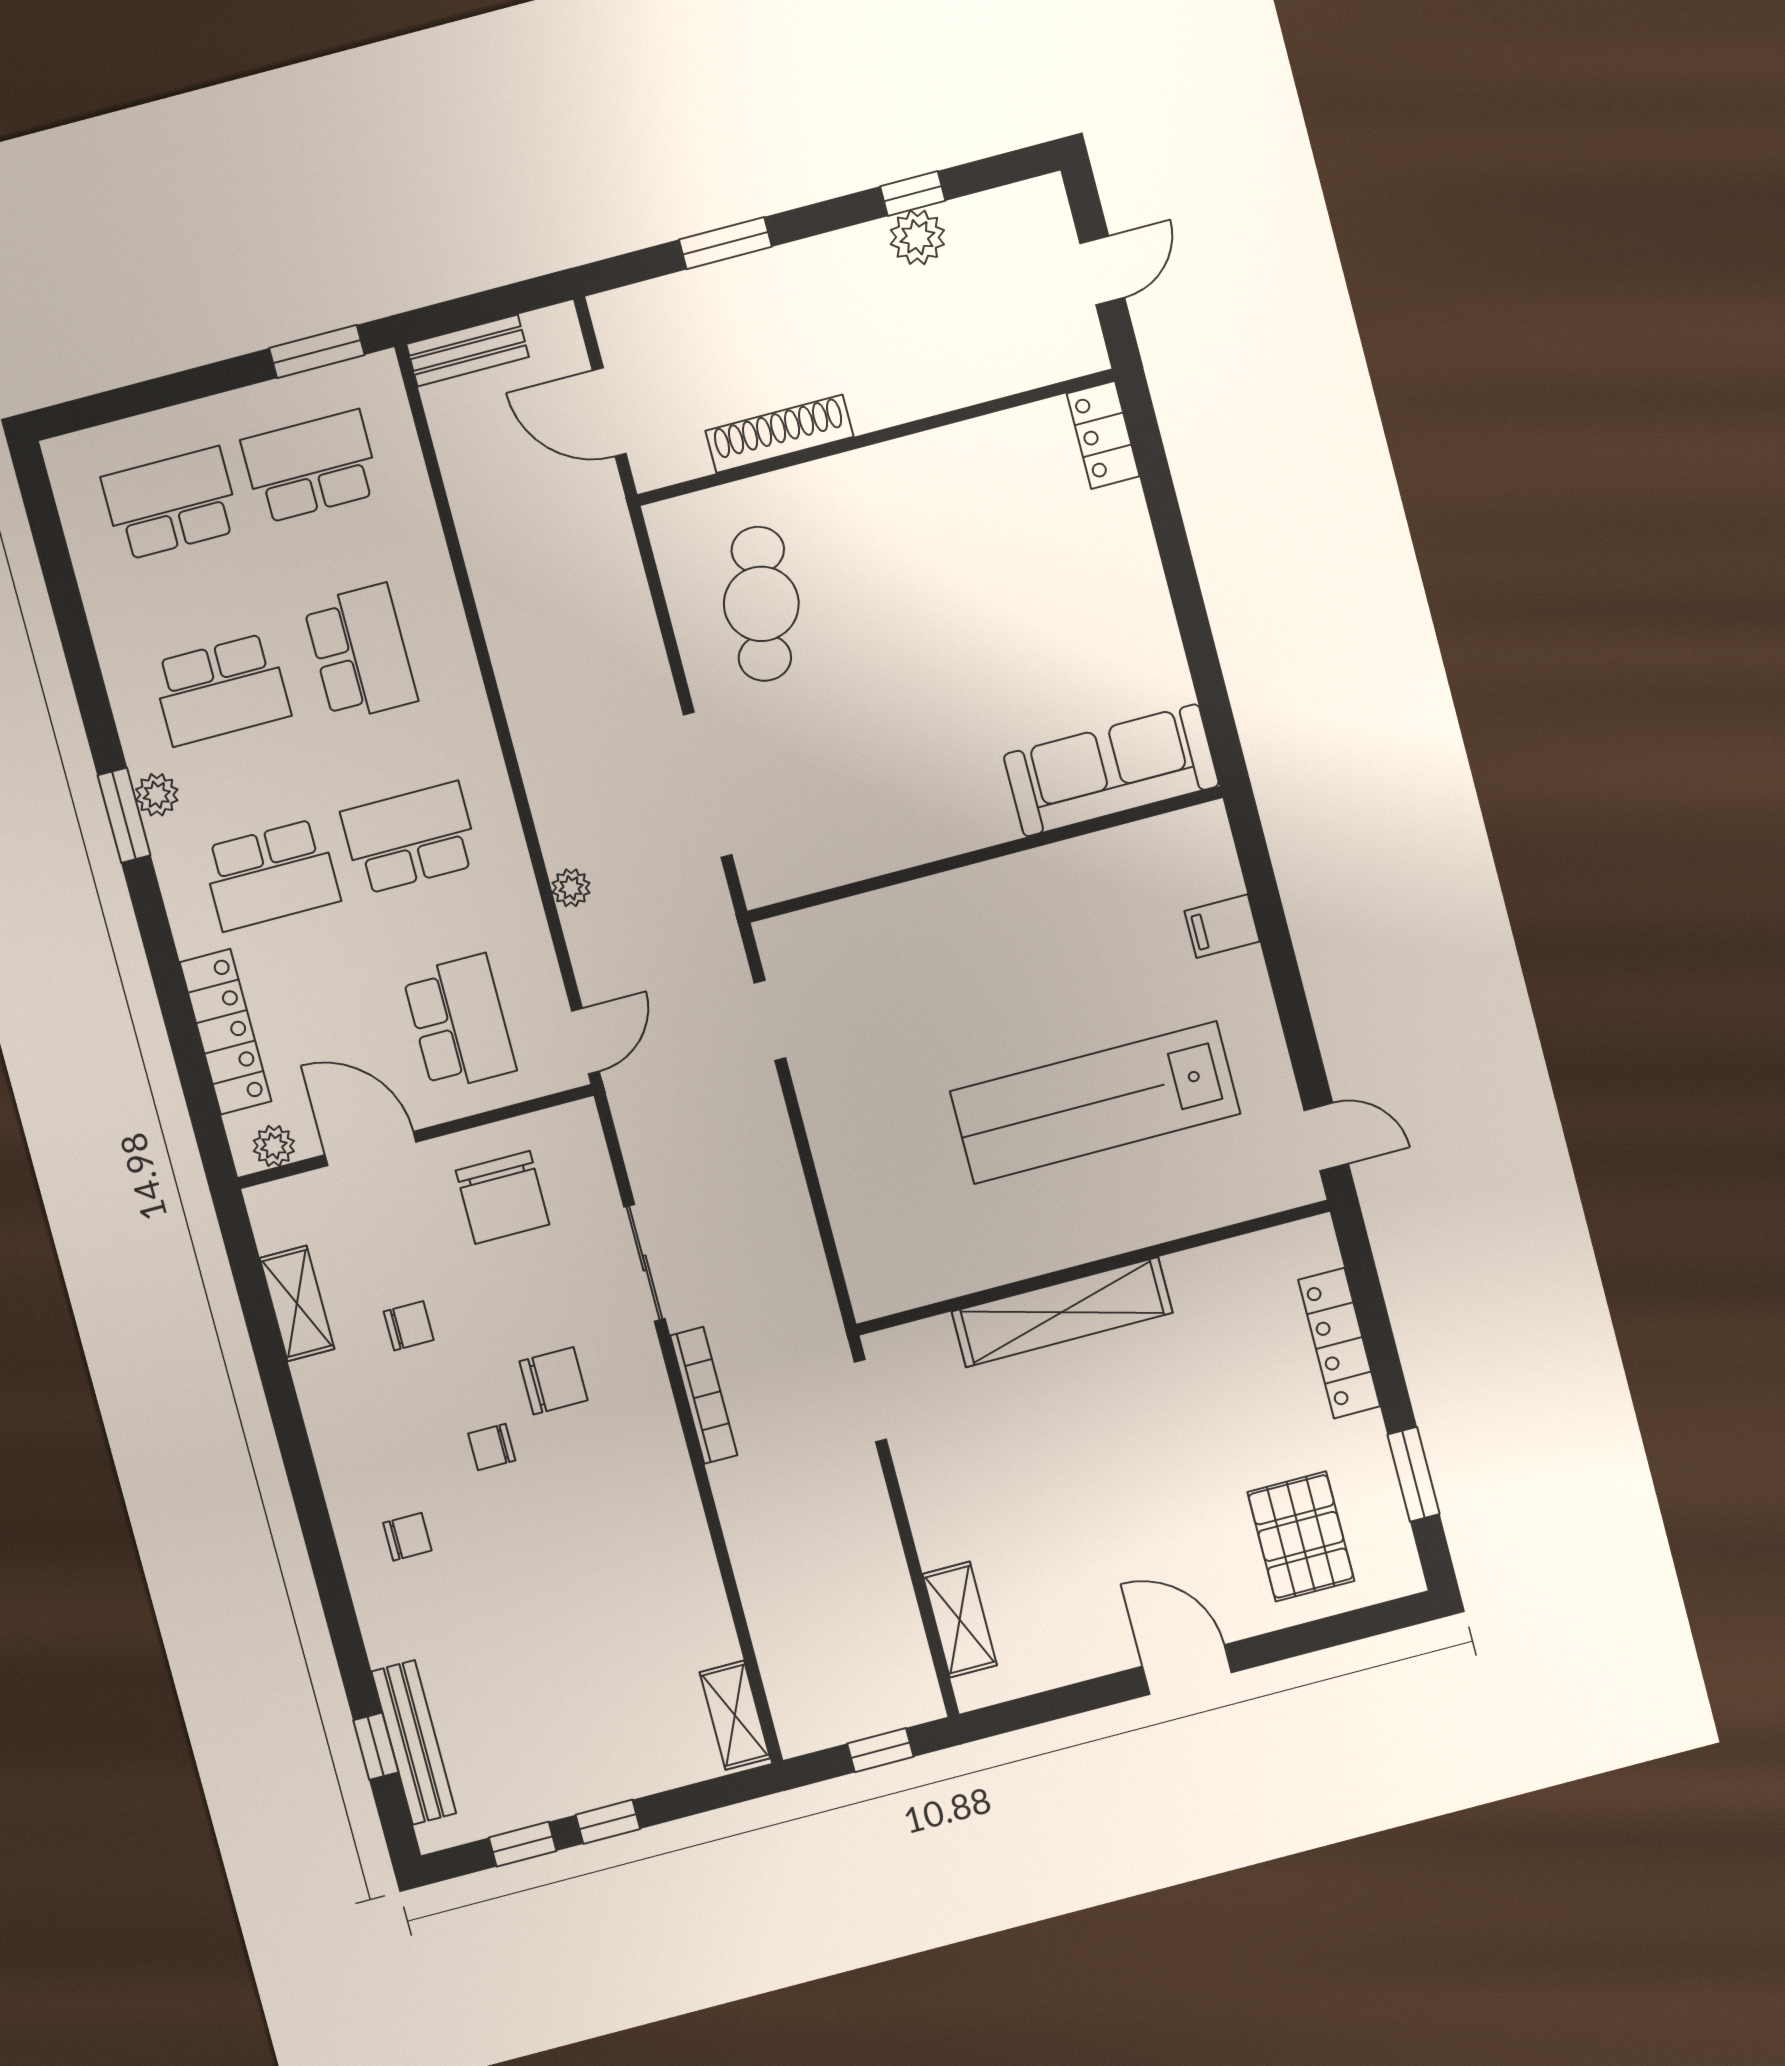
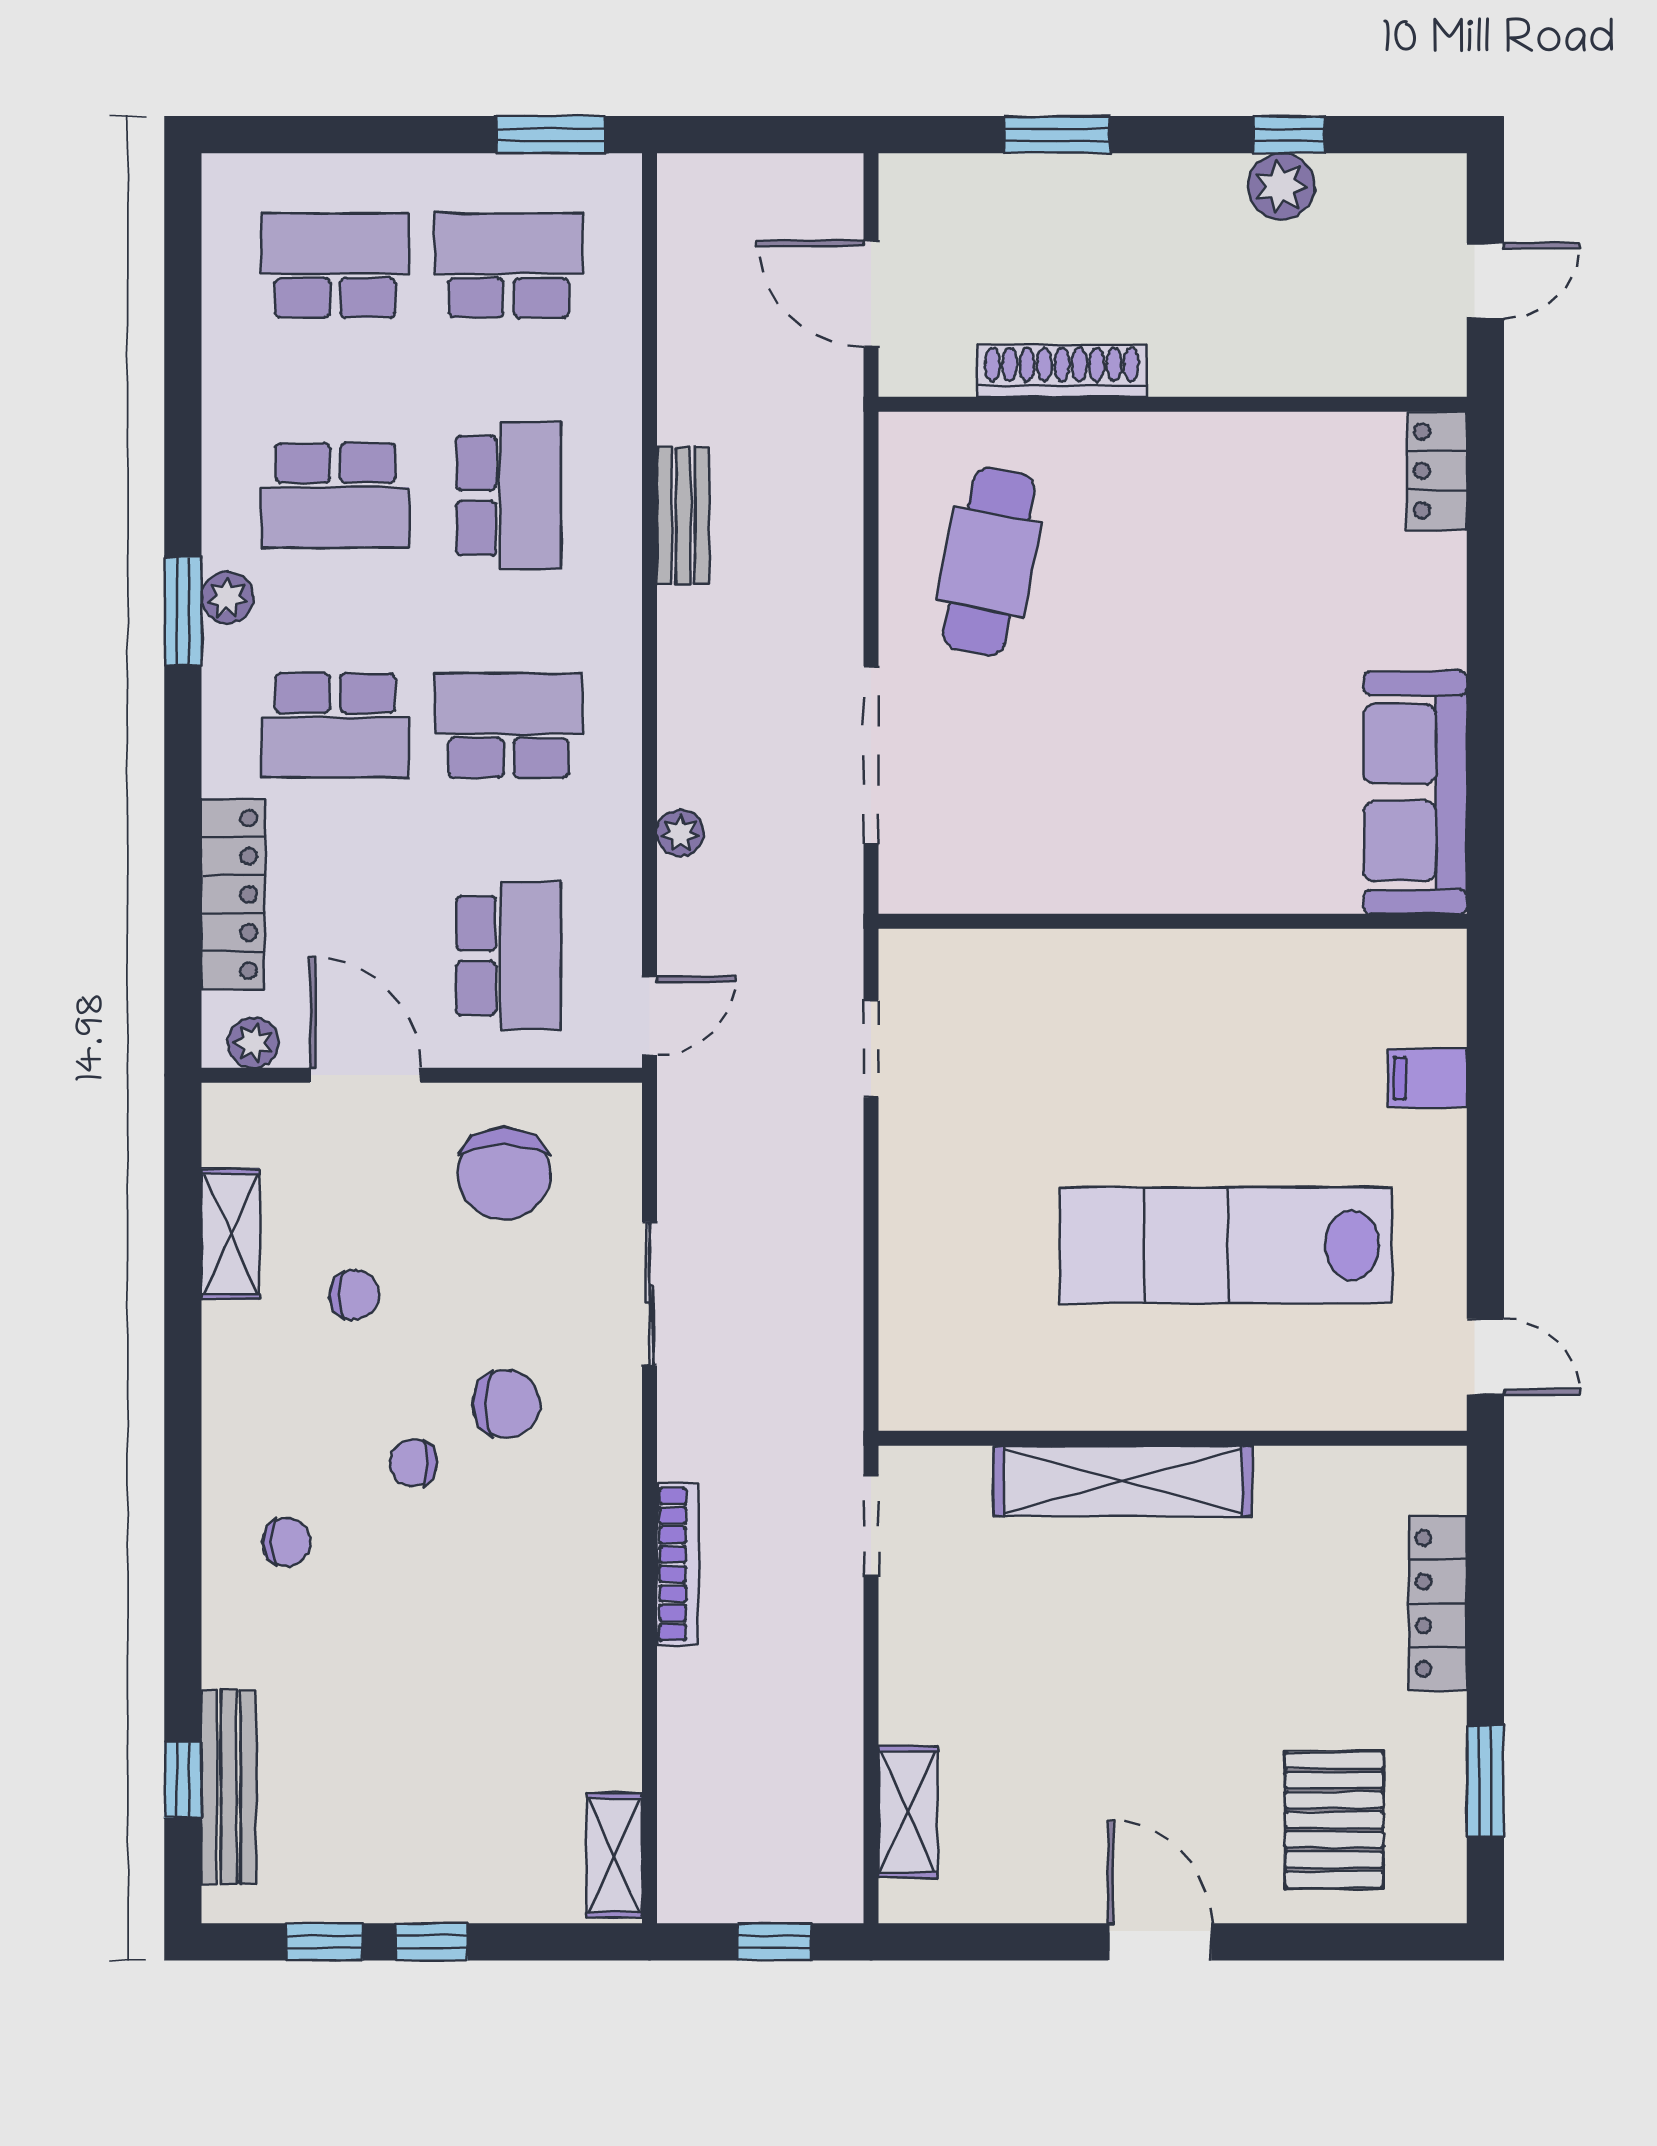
bench: (468, 350) -> (683, 516), moved, turned 90
sofa: (1111, 770) -> (1415, 792), moved, turned -90
bookcase: (704, 1395) -> (678, 1564), moved

